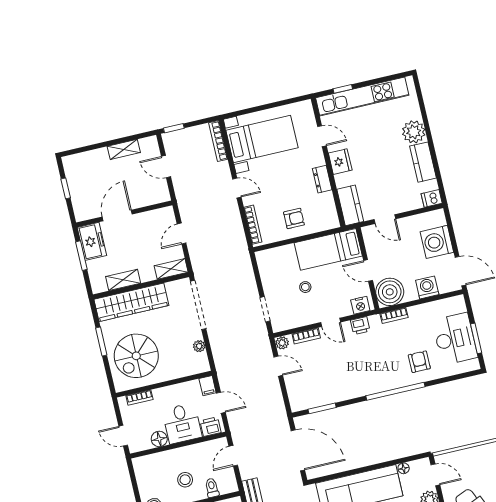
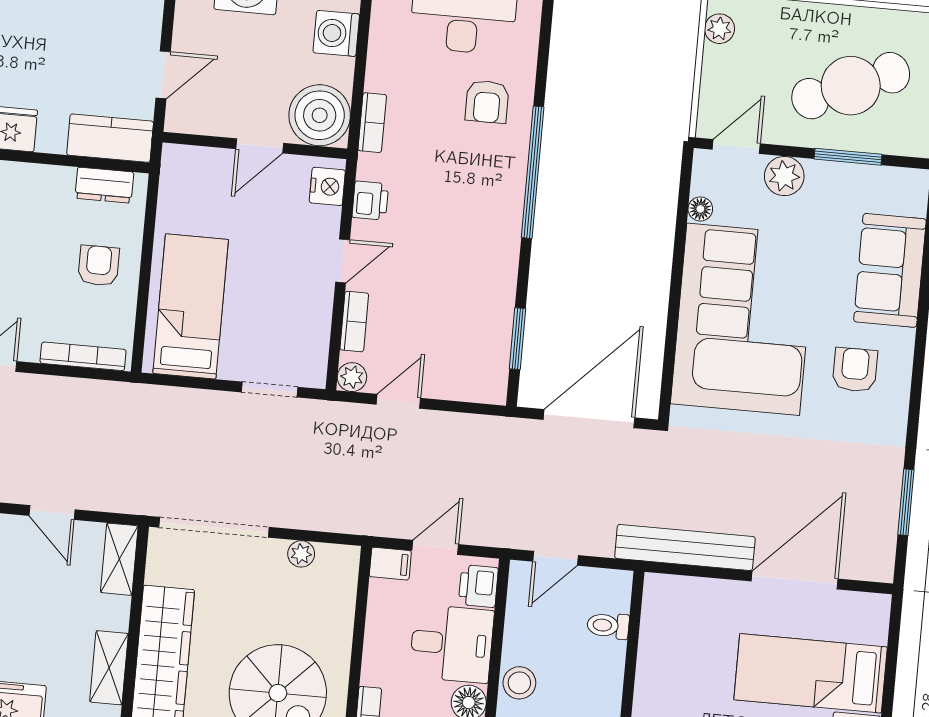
dresser: (322, 179) -> (104, 185), moved
bed: (328, 249) -> (191, 306), moved, turned 180
stool: (305, 287) -> (251, 289), removed
armchair: (419, 362) -> (487, 102), turned -90
plant: (484, 451) -> (720, 29), added
door: (233, 456) -> (555, 558), hinge flipped
stool: (185, 480) -> (519, 683), moved

